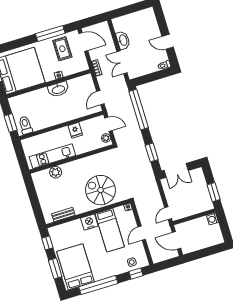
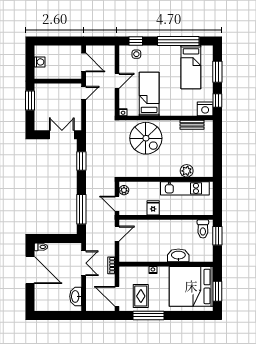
washbasin: (123, 40) -> (76, 296), moved
door: (168, 42) -> (30, 270), width x1.87
washbasin: (58, 89) -> (178, 255), moved
window: (139, 110) -> (81, 209), width x0.68
washing machine: (213, 219) -> (40, 62), moved
nightstand: (89, 222) -> (205, 109), moved
bed: (76, 267) -> (191, 67), width x0.67

